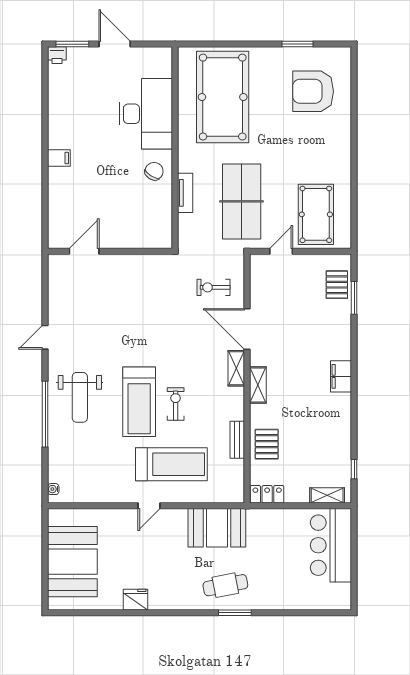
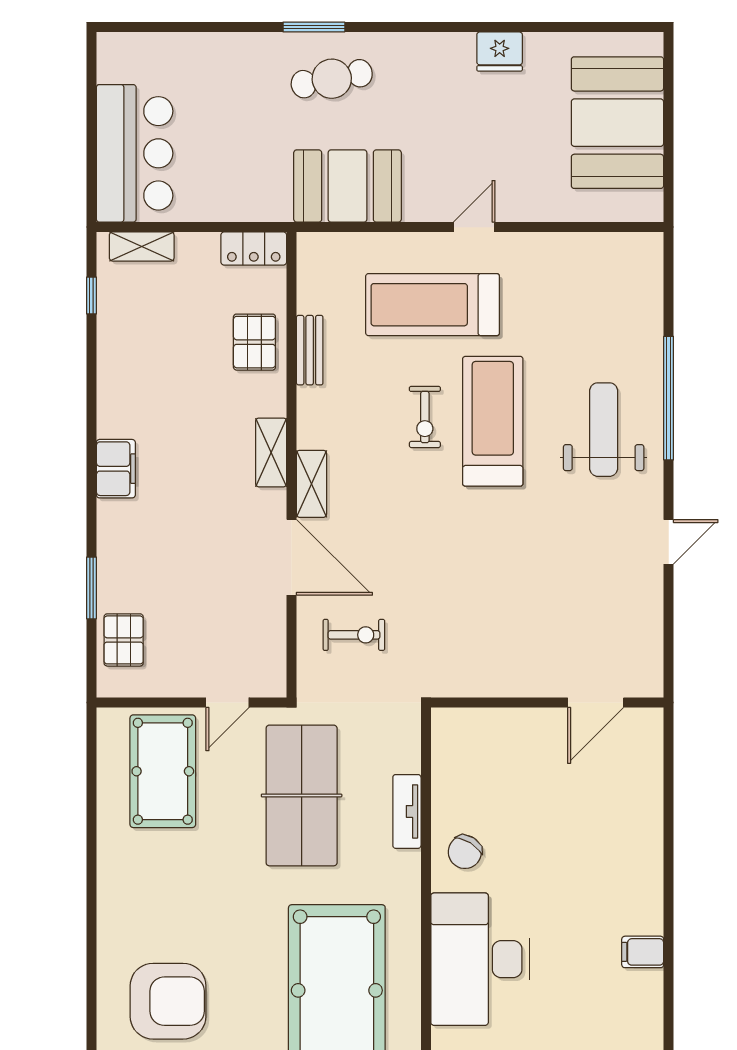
filing cabinet: (59, 158) -> (643, 952), moved
window: (354, 298) -> (91, 588), moved
water cooler: (53, 489) -> (653, 258), removed

